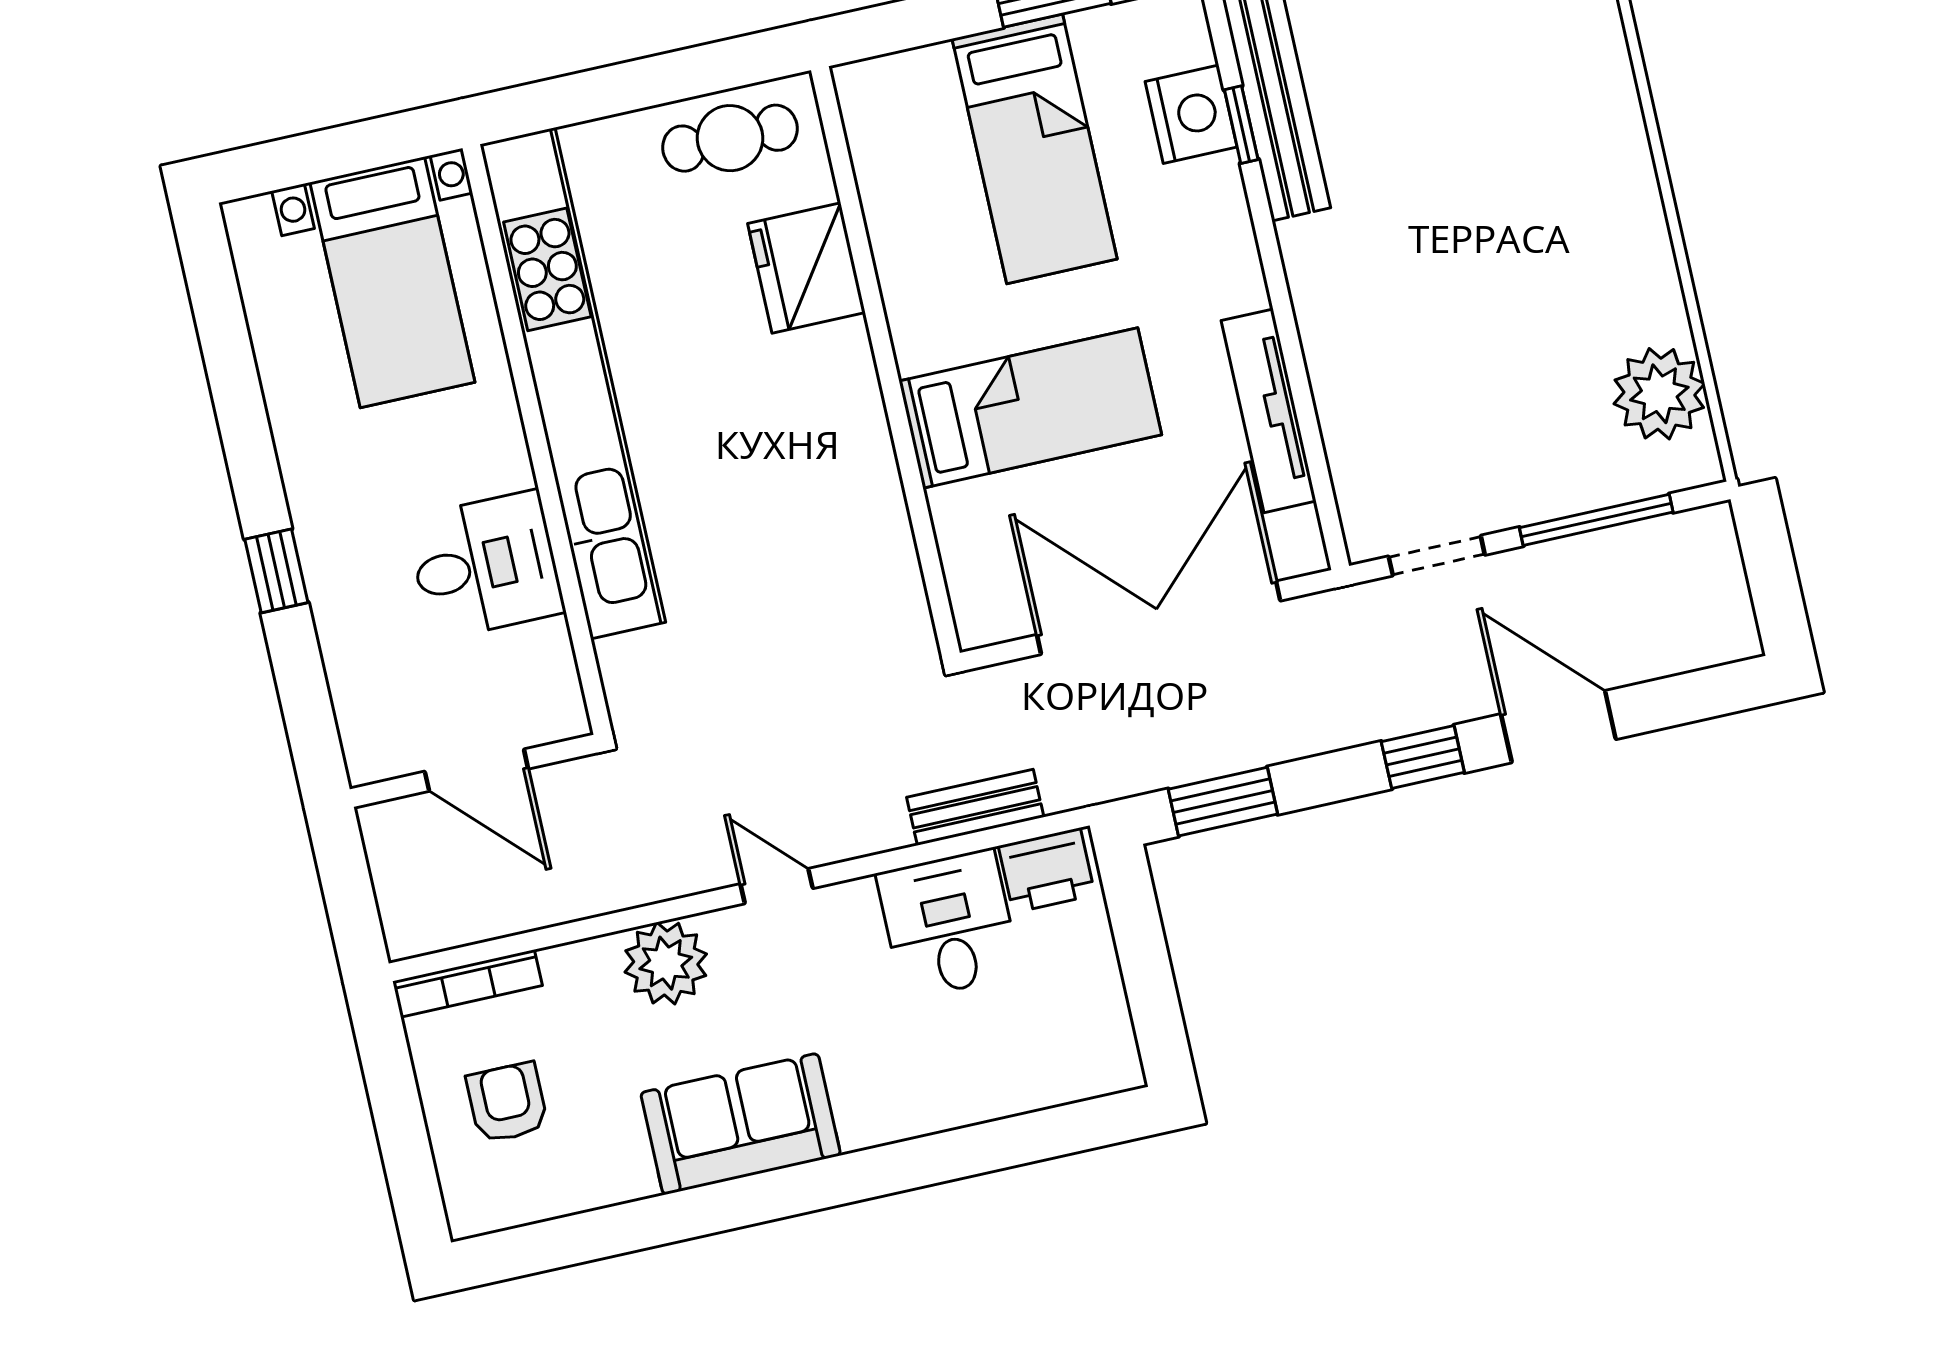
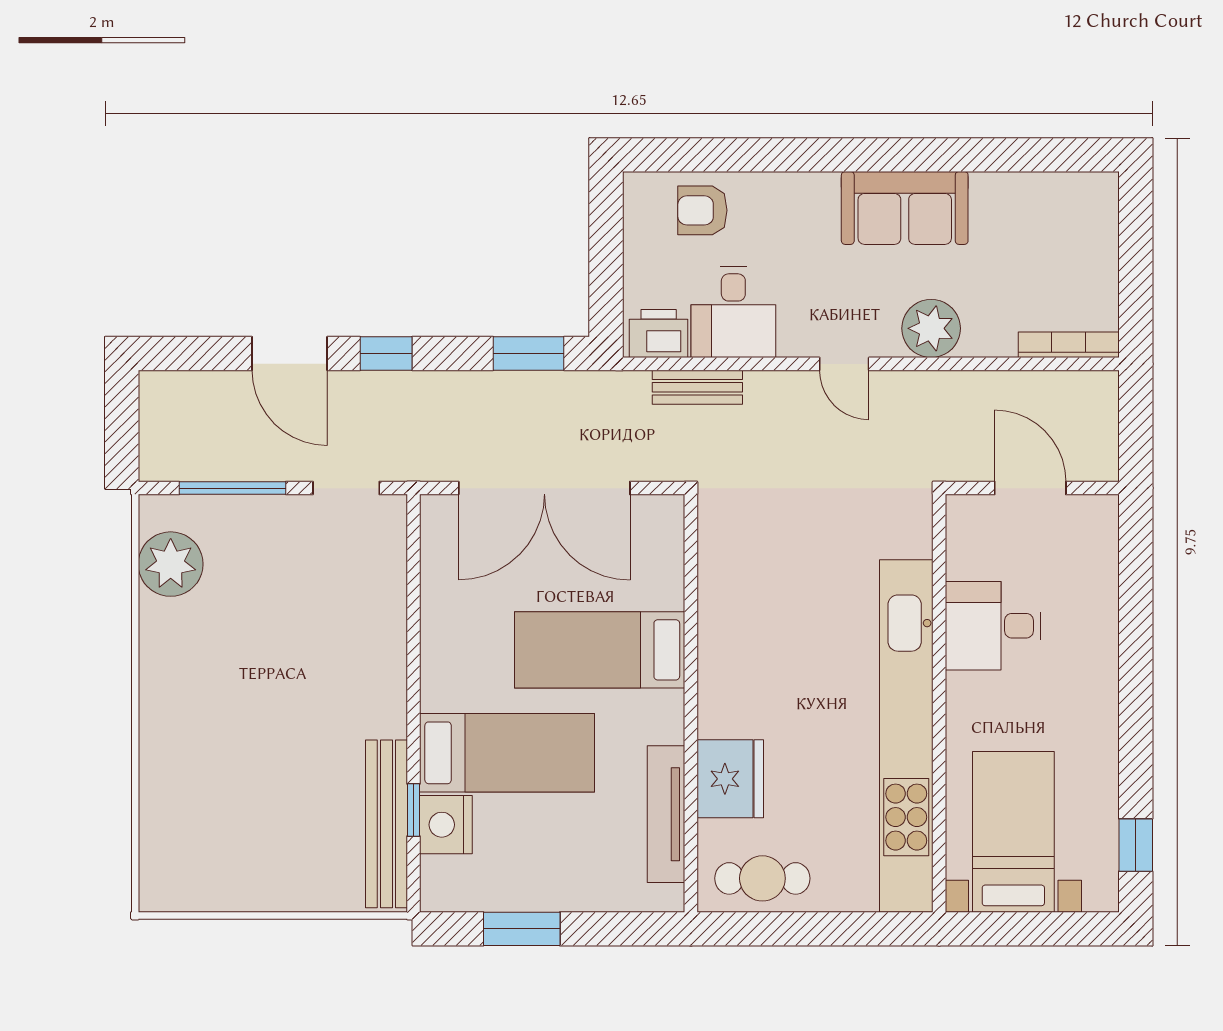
bed: (1035, 149) -> (507, 753), moved, turned 90
tv unit: (1269, 411) -> (666, 814), moved, turned 180
window: (276, 571) -> (1136, 845), moved
armchair: (507, 1103) -> (702, 210), moved, turned 90

